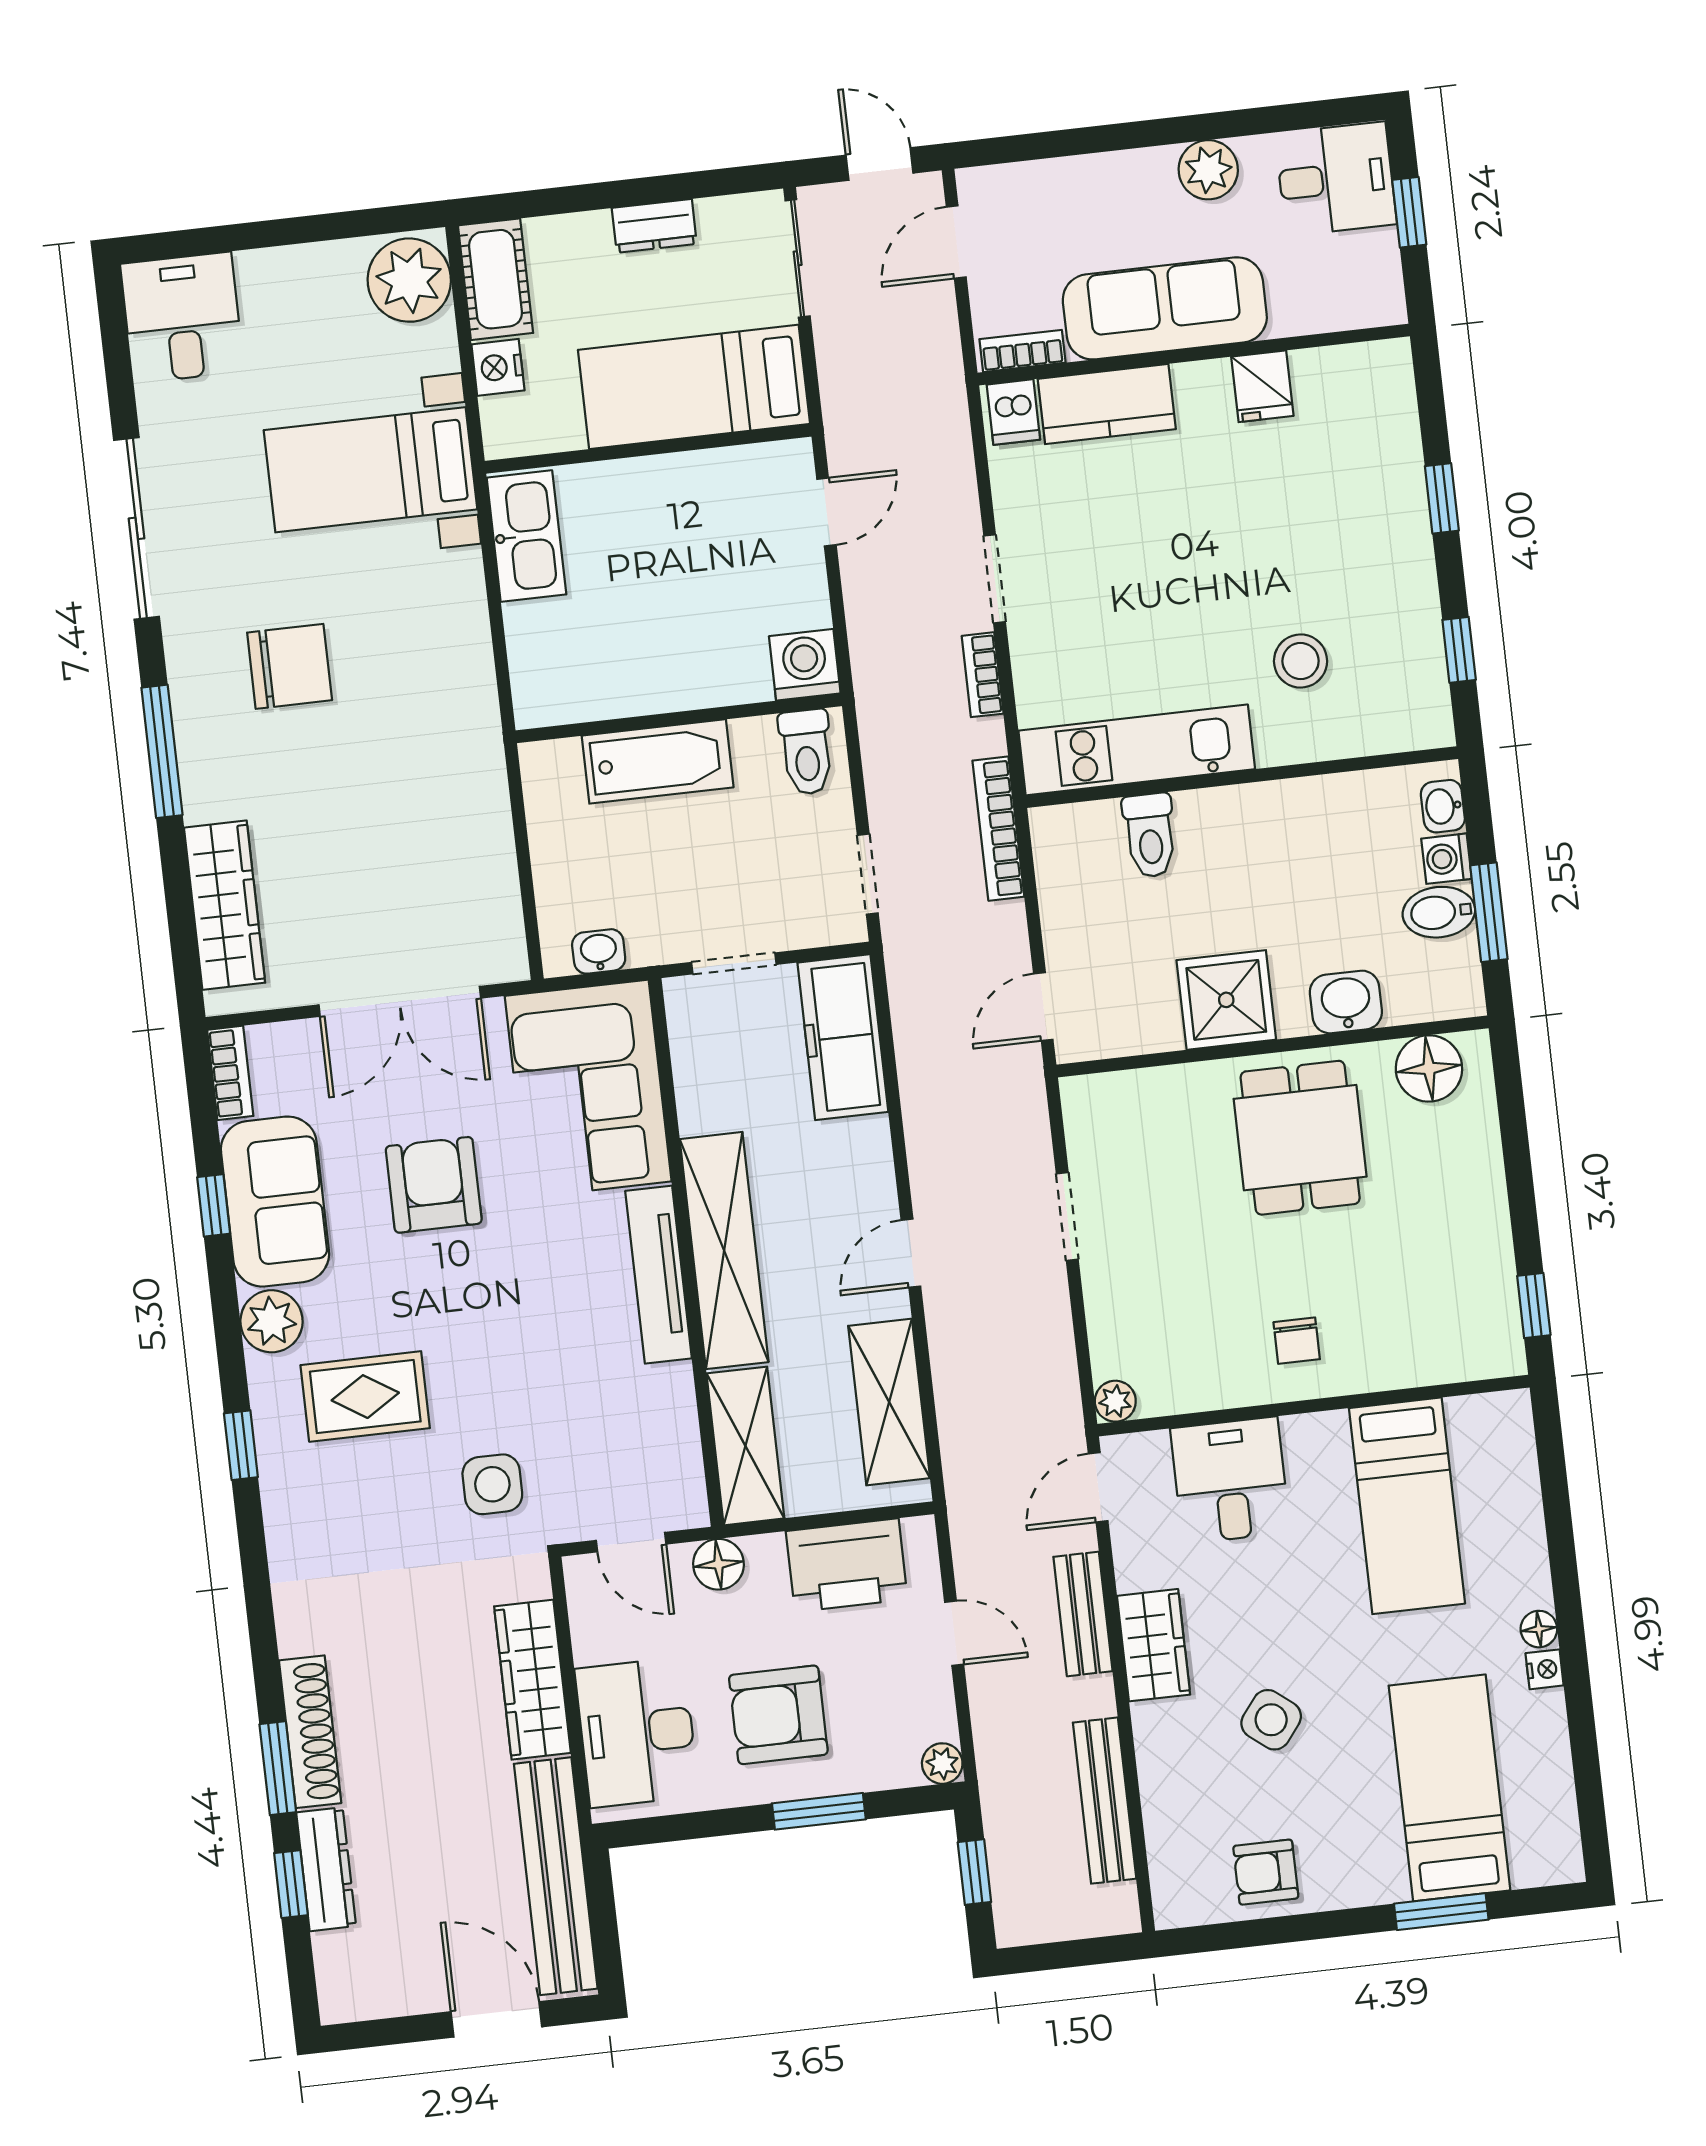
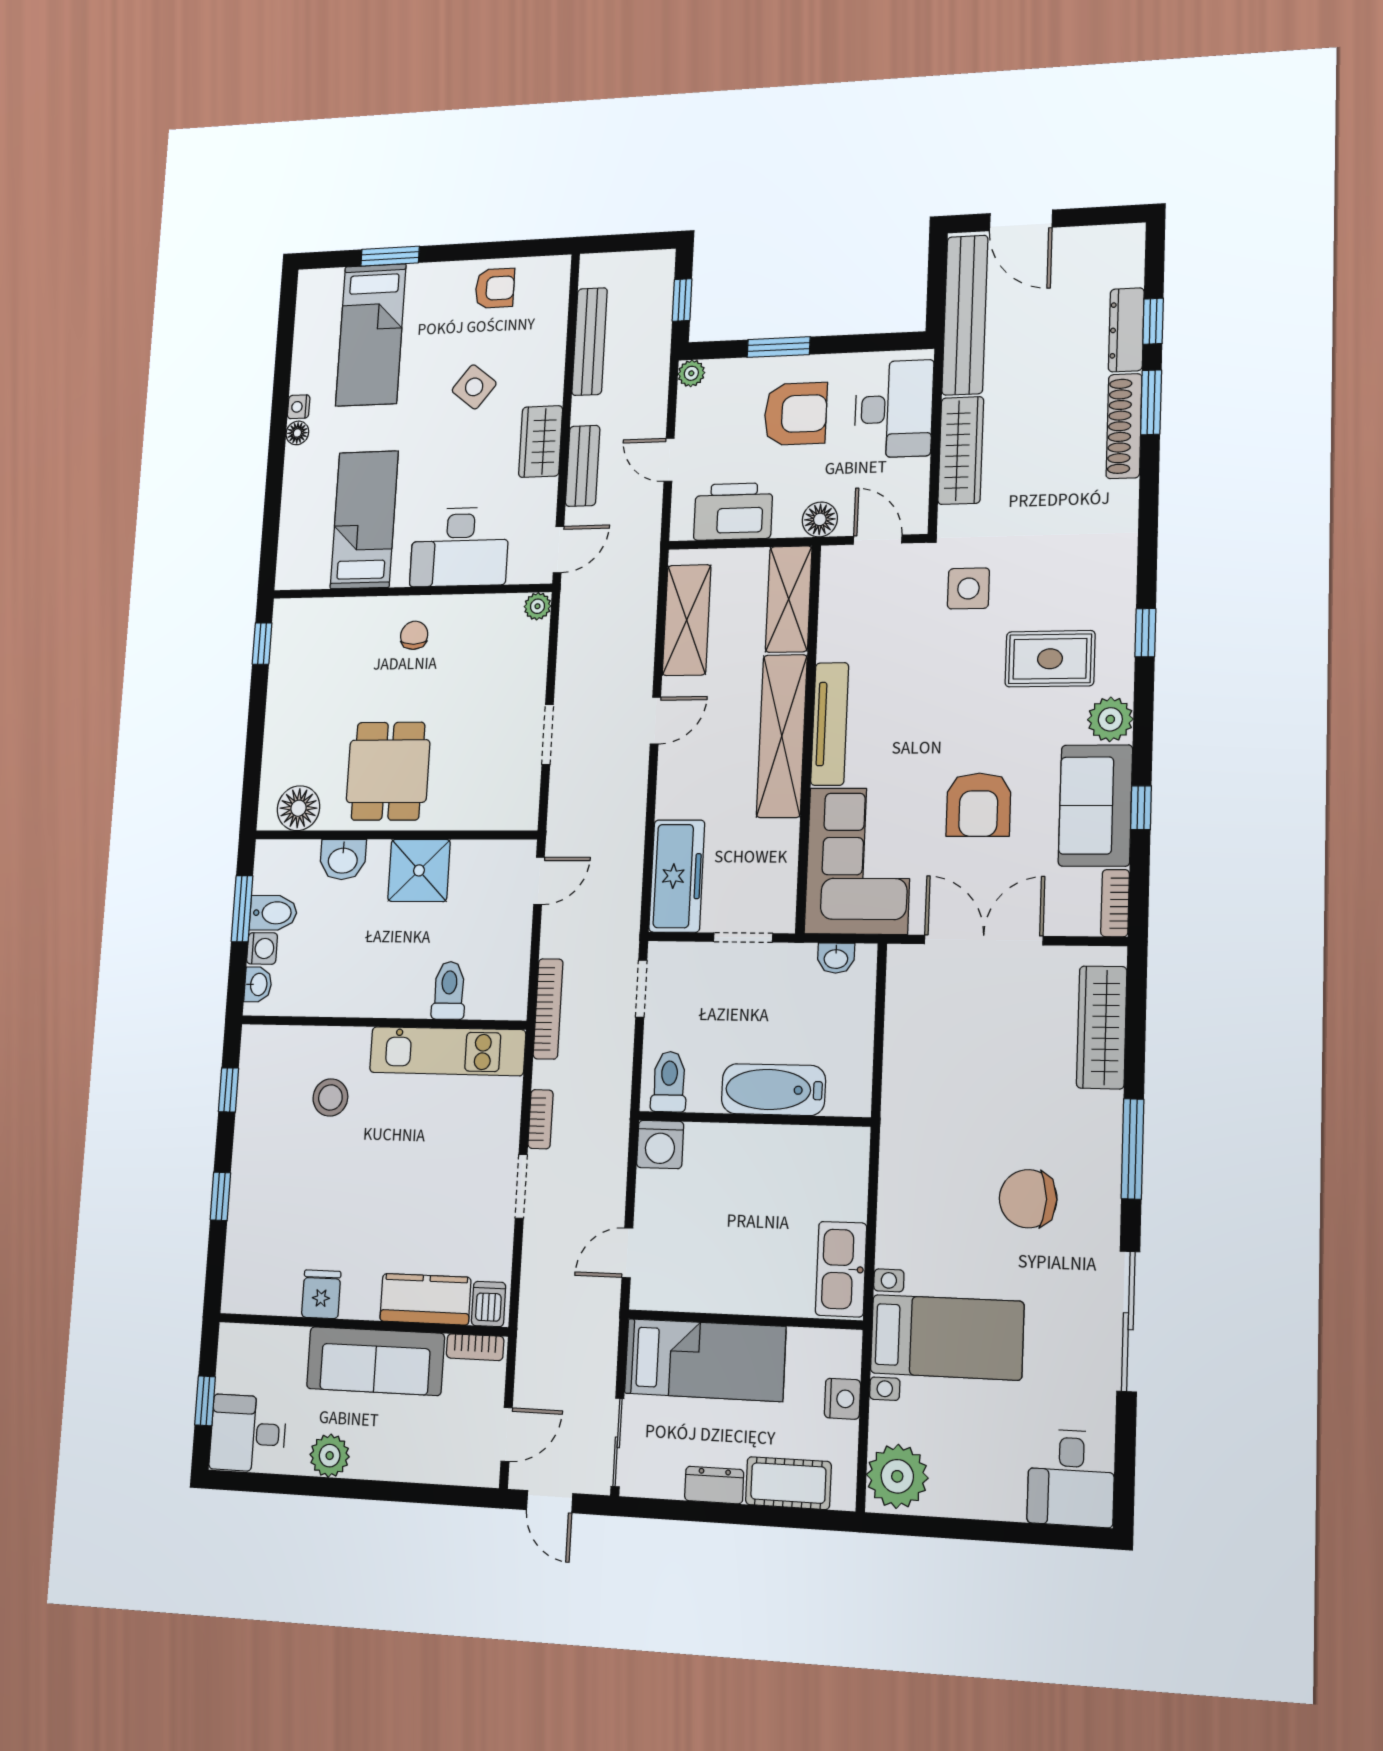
cot: (495, 279) -> (788, 1483), moved, turned 90
desk: (1230, 1480) -> (460, 547), width x1.37

